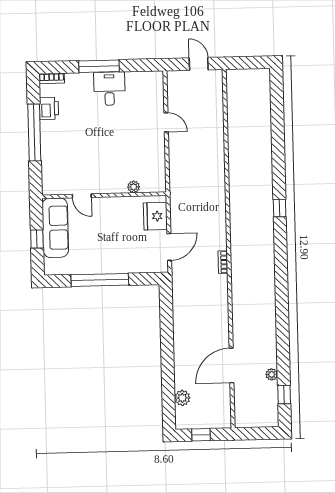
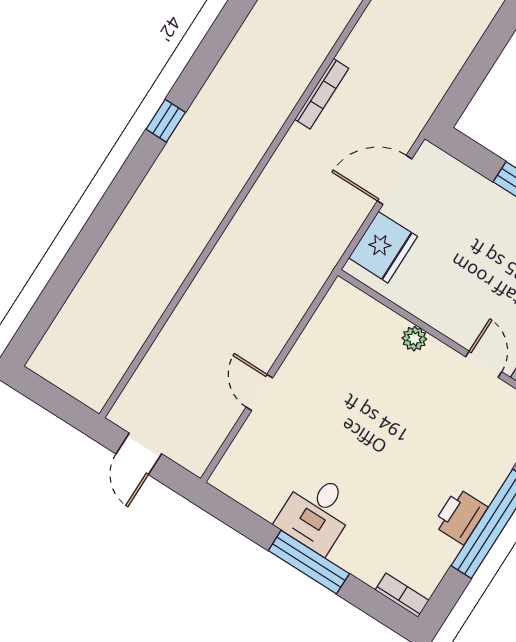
printer: (49, 108) -> (460, 516), moved
plant: (134, 187) -> (414, 339), moved
bookcase: (223, 262) -> (322, 94), width x1.56

